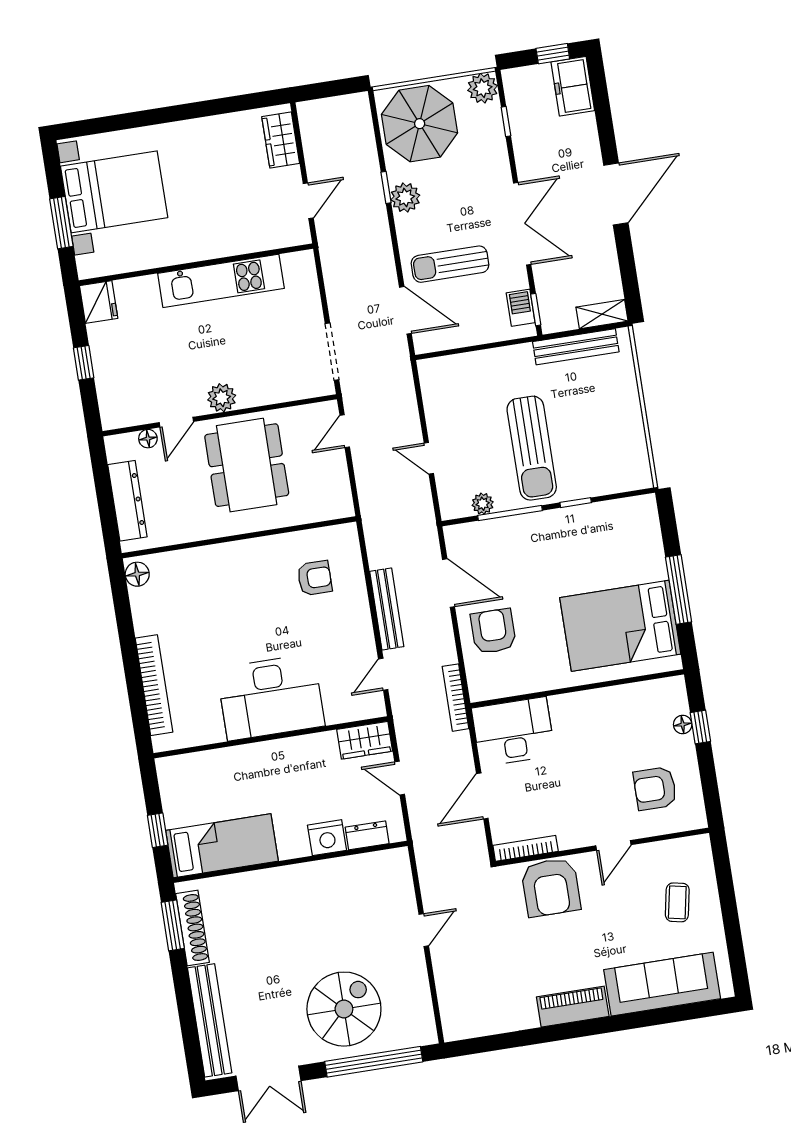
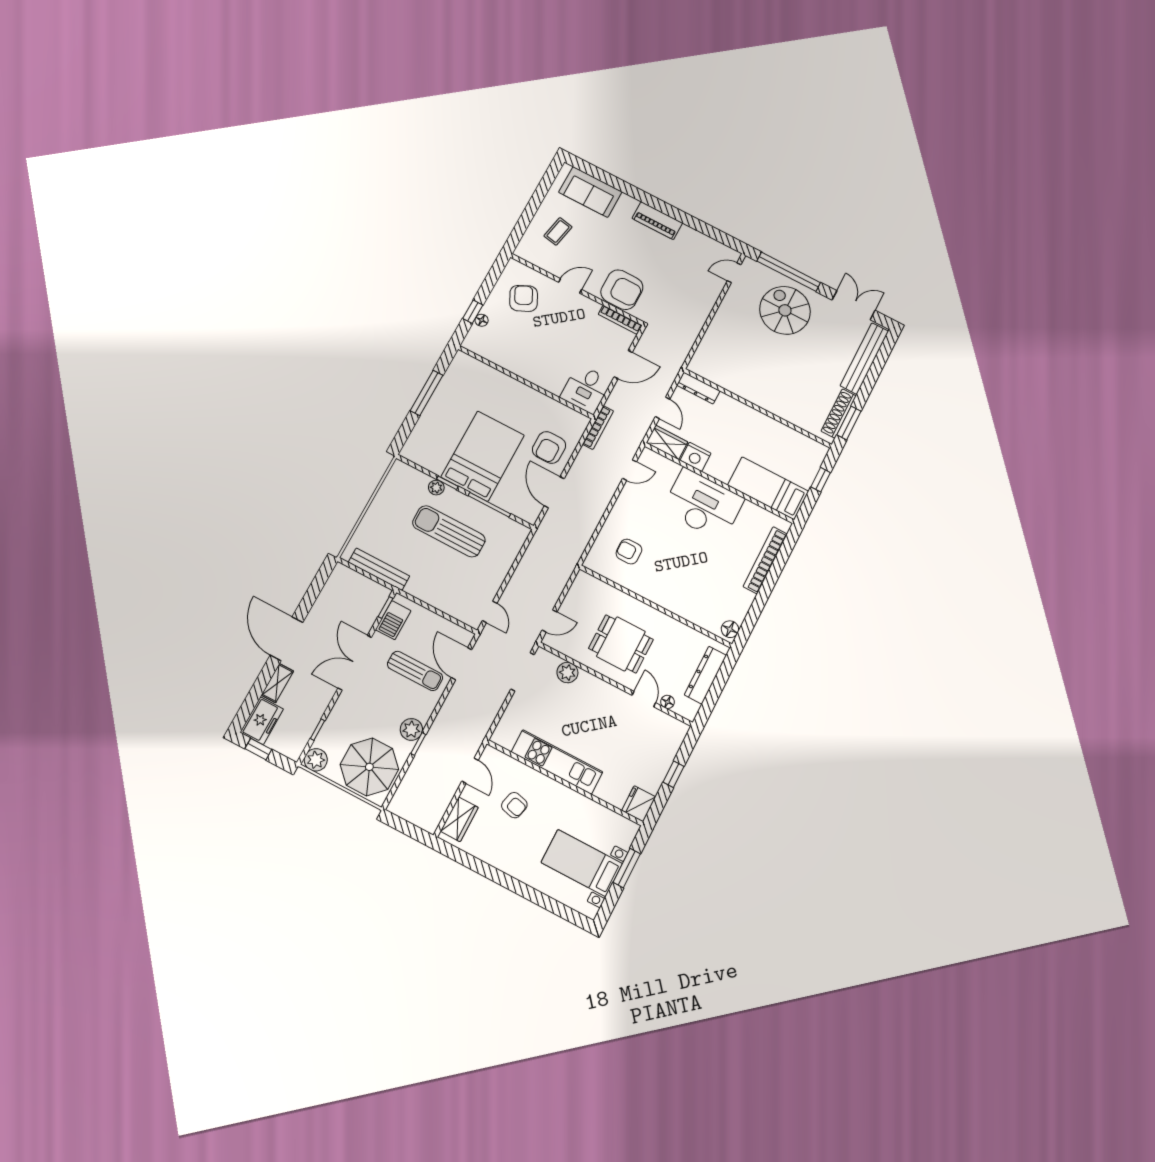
bed with nightstands: (114, 192) -> (582, 863), width x0.73
door: (616, 194) -> (287, 639), hinge flipped
armchair: (233, 199) -> (514, 805), added
door: (308, 201) -> (470, 771), swing flipped
barbecue: (521, 308) -> (393, 620), width x1.38, depth x1.27
shelving: (602, 314) -> (277, 683), moved, turned 90
plant: (222, 398) -> (567, 673), moved
door: (176, 422) -> (644, 699), hinge flipped
sun lounger: (532, 448) -> (449, 531), turned -90
door: (429, 458) -> (490, 612), moved
dining table: (247, 465) -> (621, 644), width x0.73
plant: (483, 504) -> (436, 488), moved
bench: (387, 609) -> (600, 504), removed
bed: (620, 626) -> (483, 456), moved, turned -90
desk: (513, 732) -> (586, 389), width x0.73
armchair: (655, 788) -> (524, 298), turned -116
dresser: (367, 835) -> (698, 388), width x1.44
nightstand: (327, 838) -> (695, 457), moved, turned 180
bed: (222, 846) -> (768, 488), moved
armchair: (551, 887) -> (622, 290), turned 90
door: (424, 930) -> (734, 273), moved
sofa: (662, 984) -> (590, 192), width x0.73
spiral stairs: (344, 1009) -> (785, 310), turned 90

